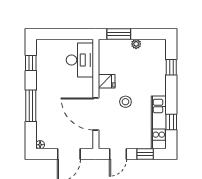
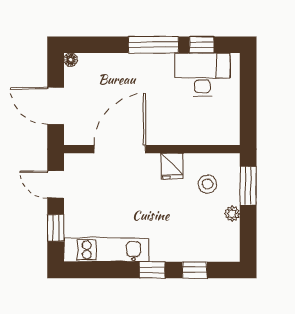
desk: (80, 60) -> (202, 75), moved, turned 180
stool: (125, 102) -> (207, 184), moved
window: (31, 106) -> (153, 45), moved
window: (171, 122) -> (152, 270), moved

